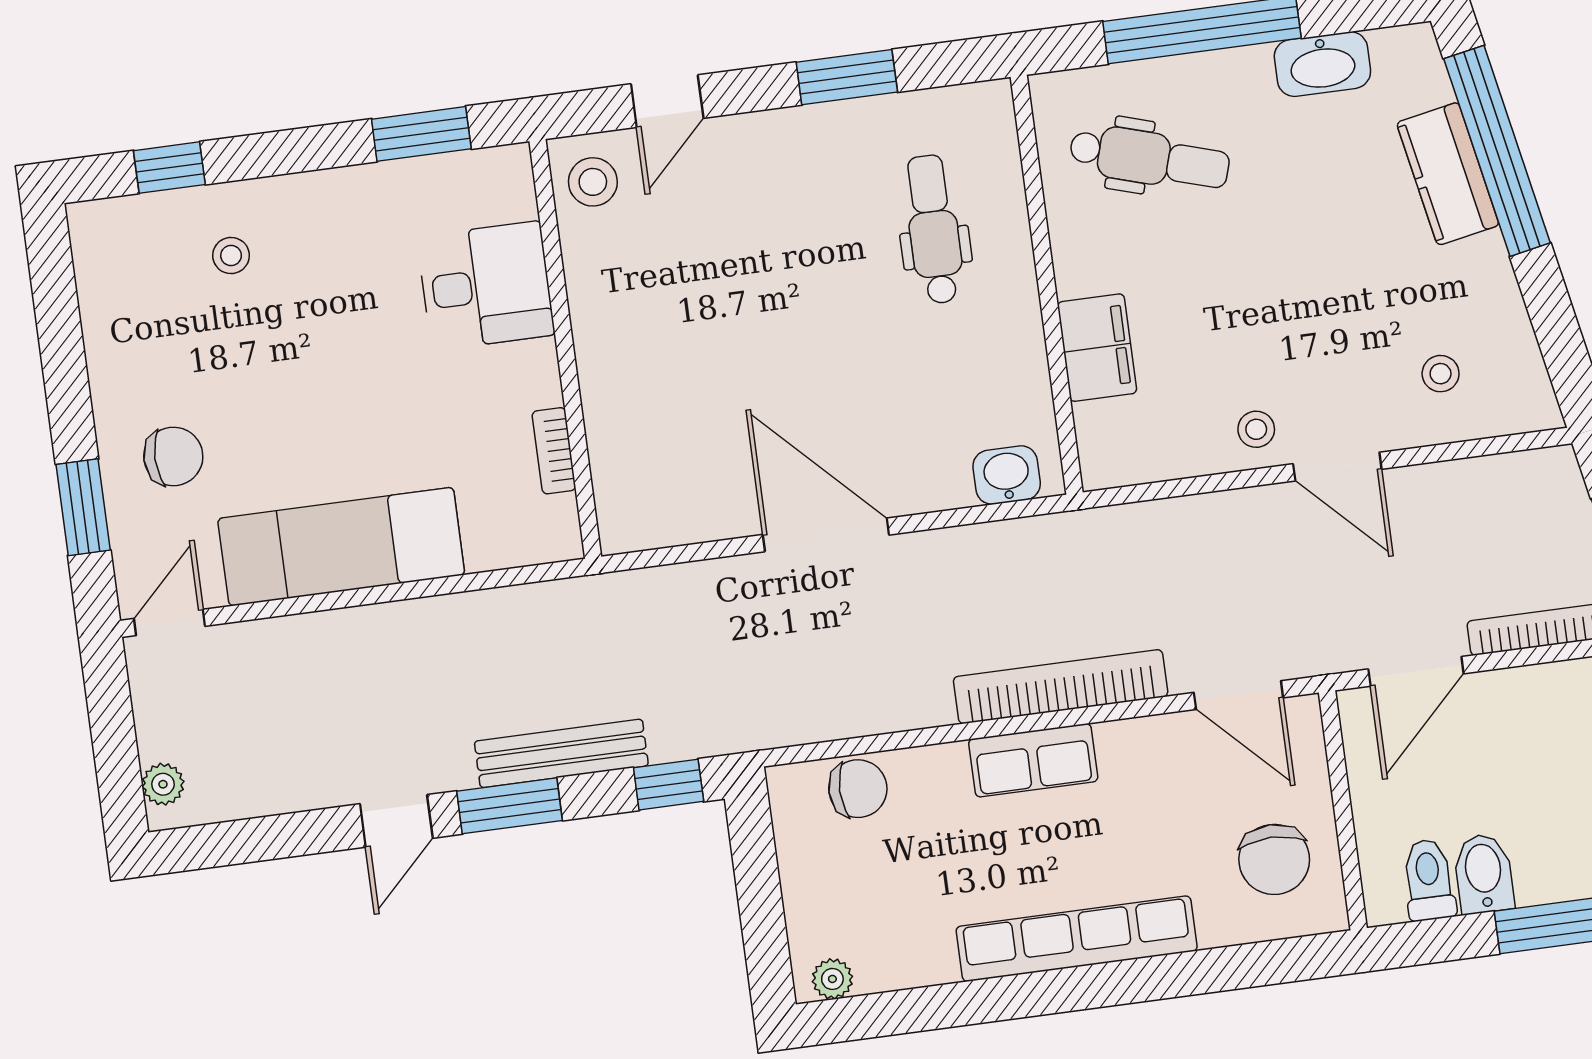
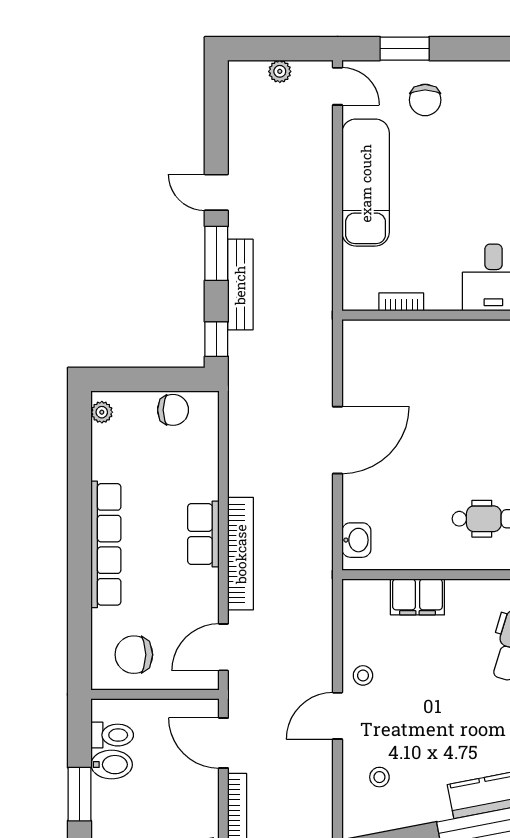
plant: (163, 784) -> (280, 71), moved
chair: (858, 789) -> (173, 410), moved, turned -90

